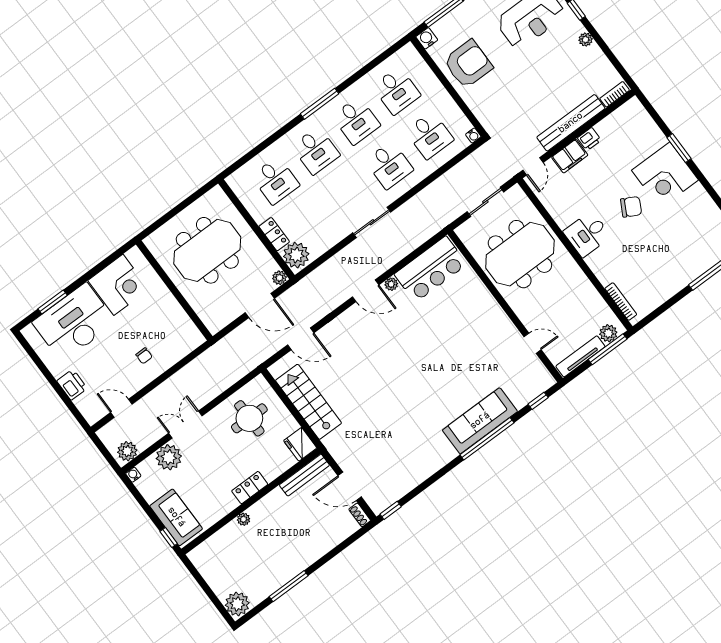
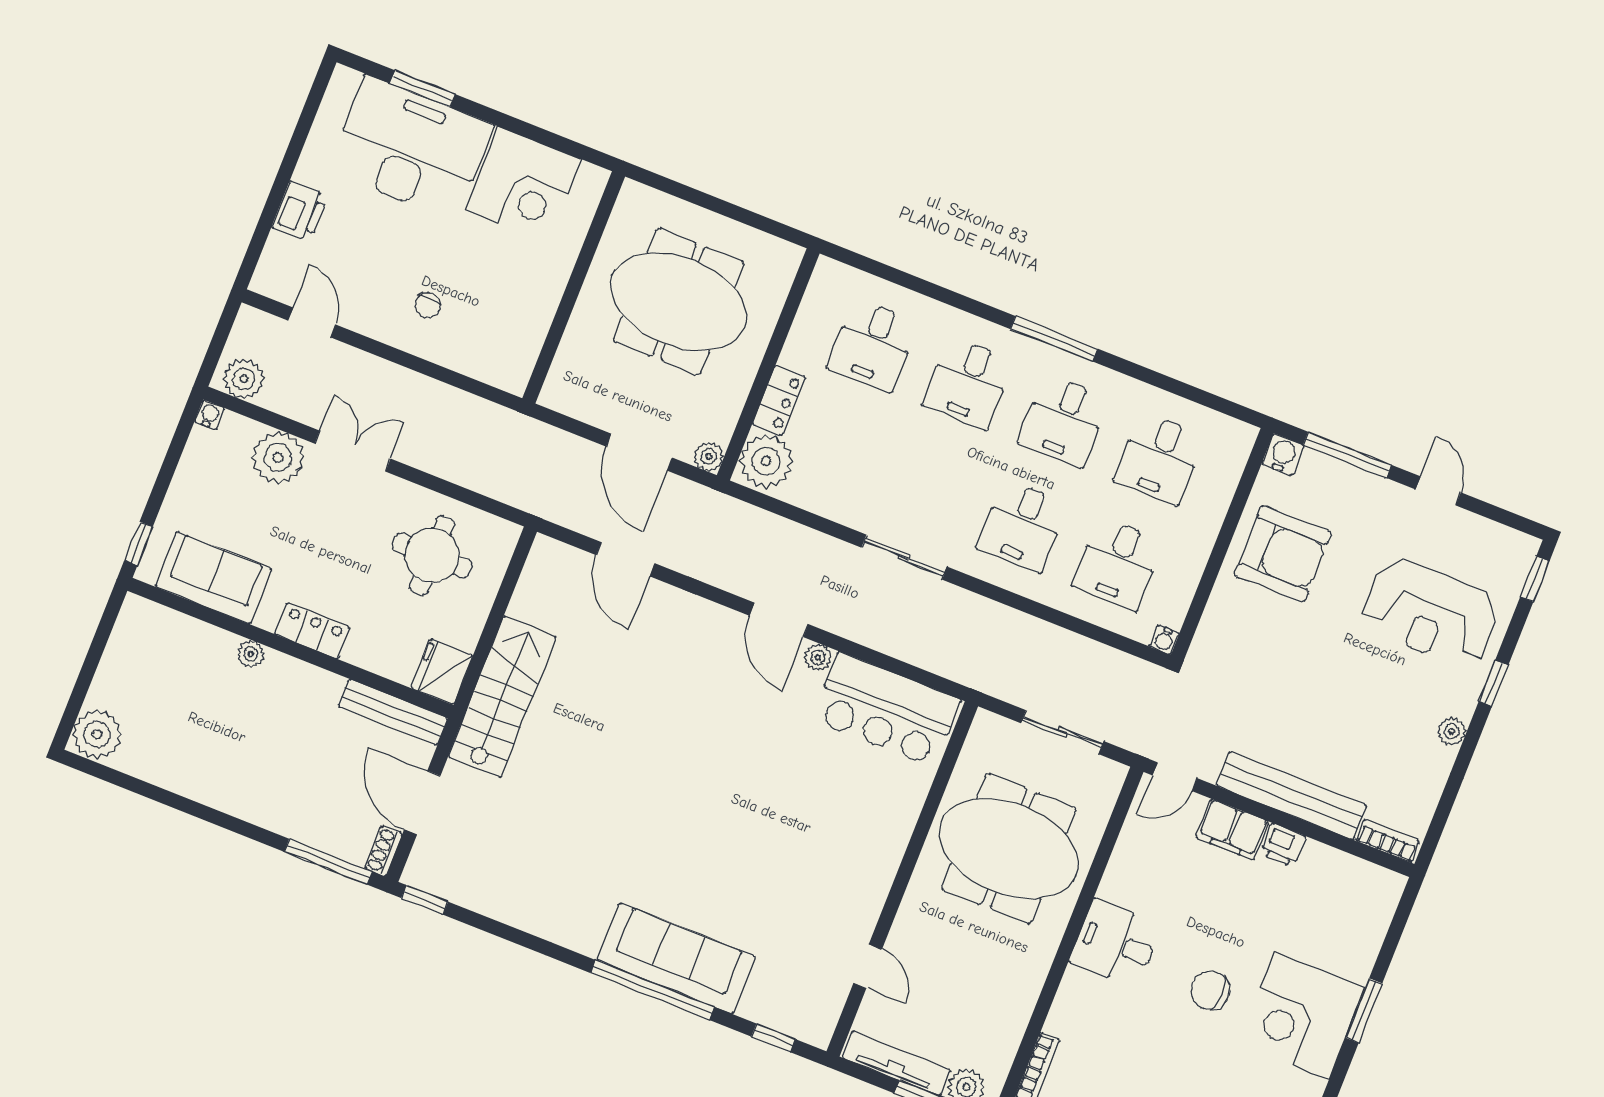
chair: (631, 207) -> (1210, 990), turned 153
stairs: (308, 402) -> (502, 697), moved
sofa: (176, 517) -> (214, 578), moved, turned -90
window: (289, 586) -> (328, 862), moved

